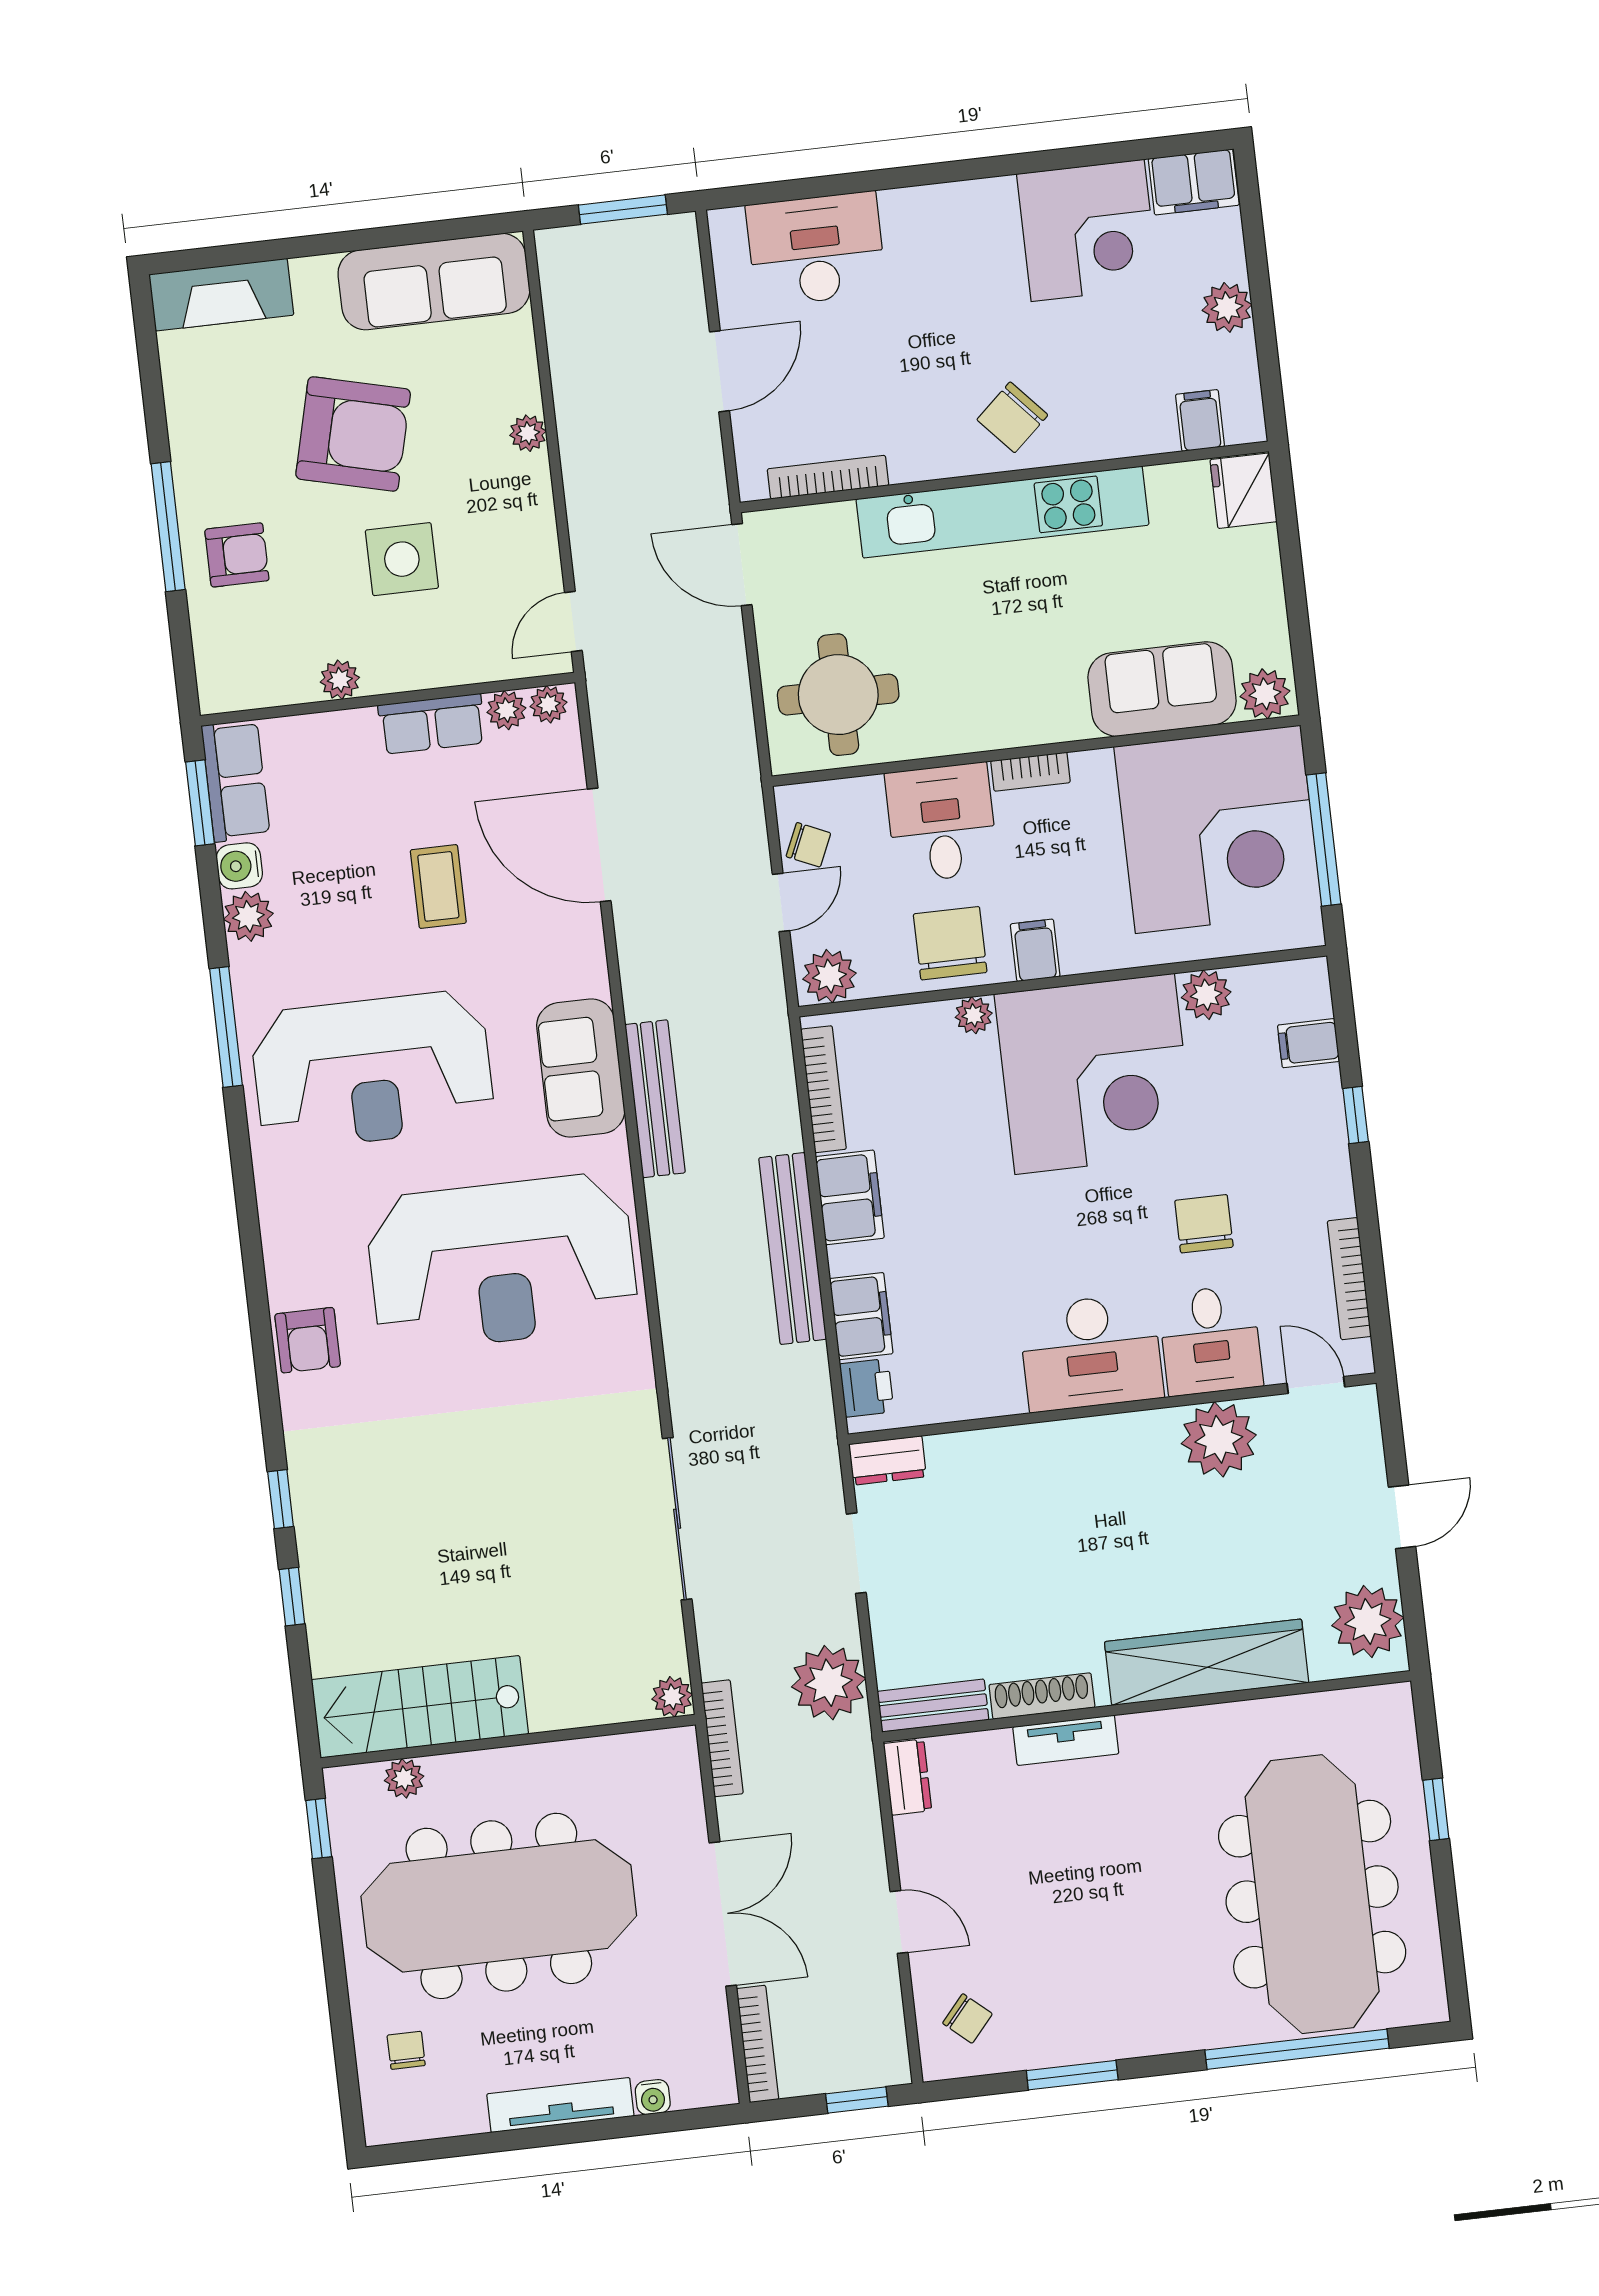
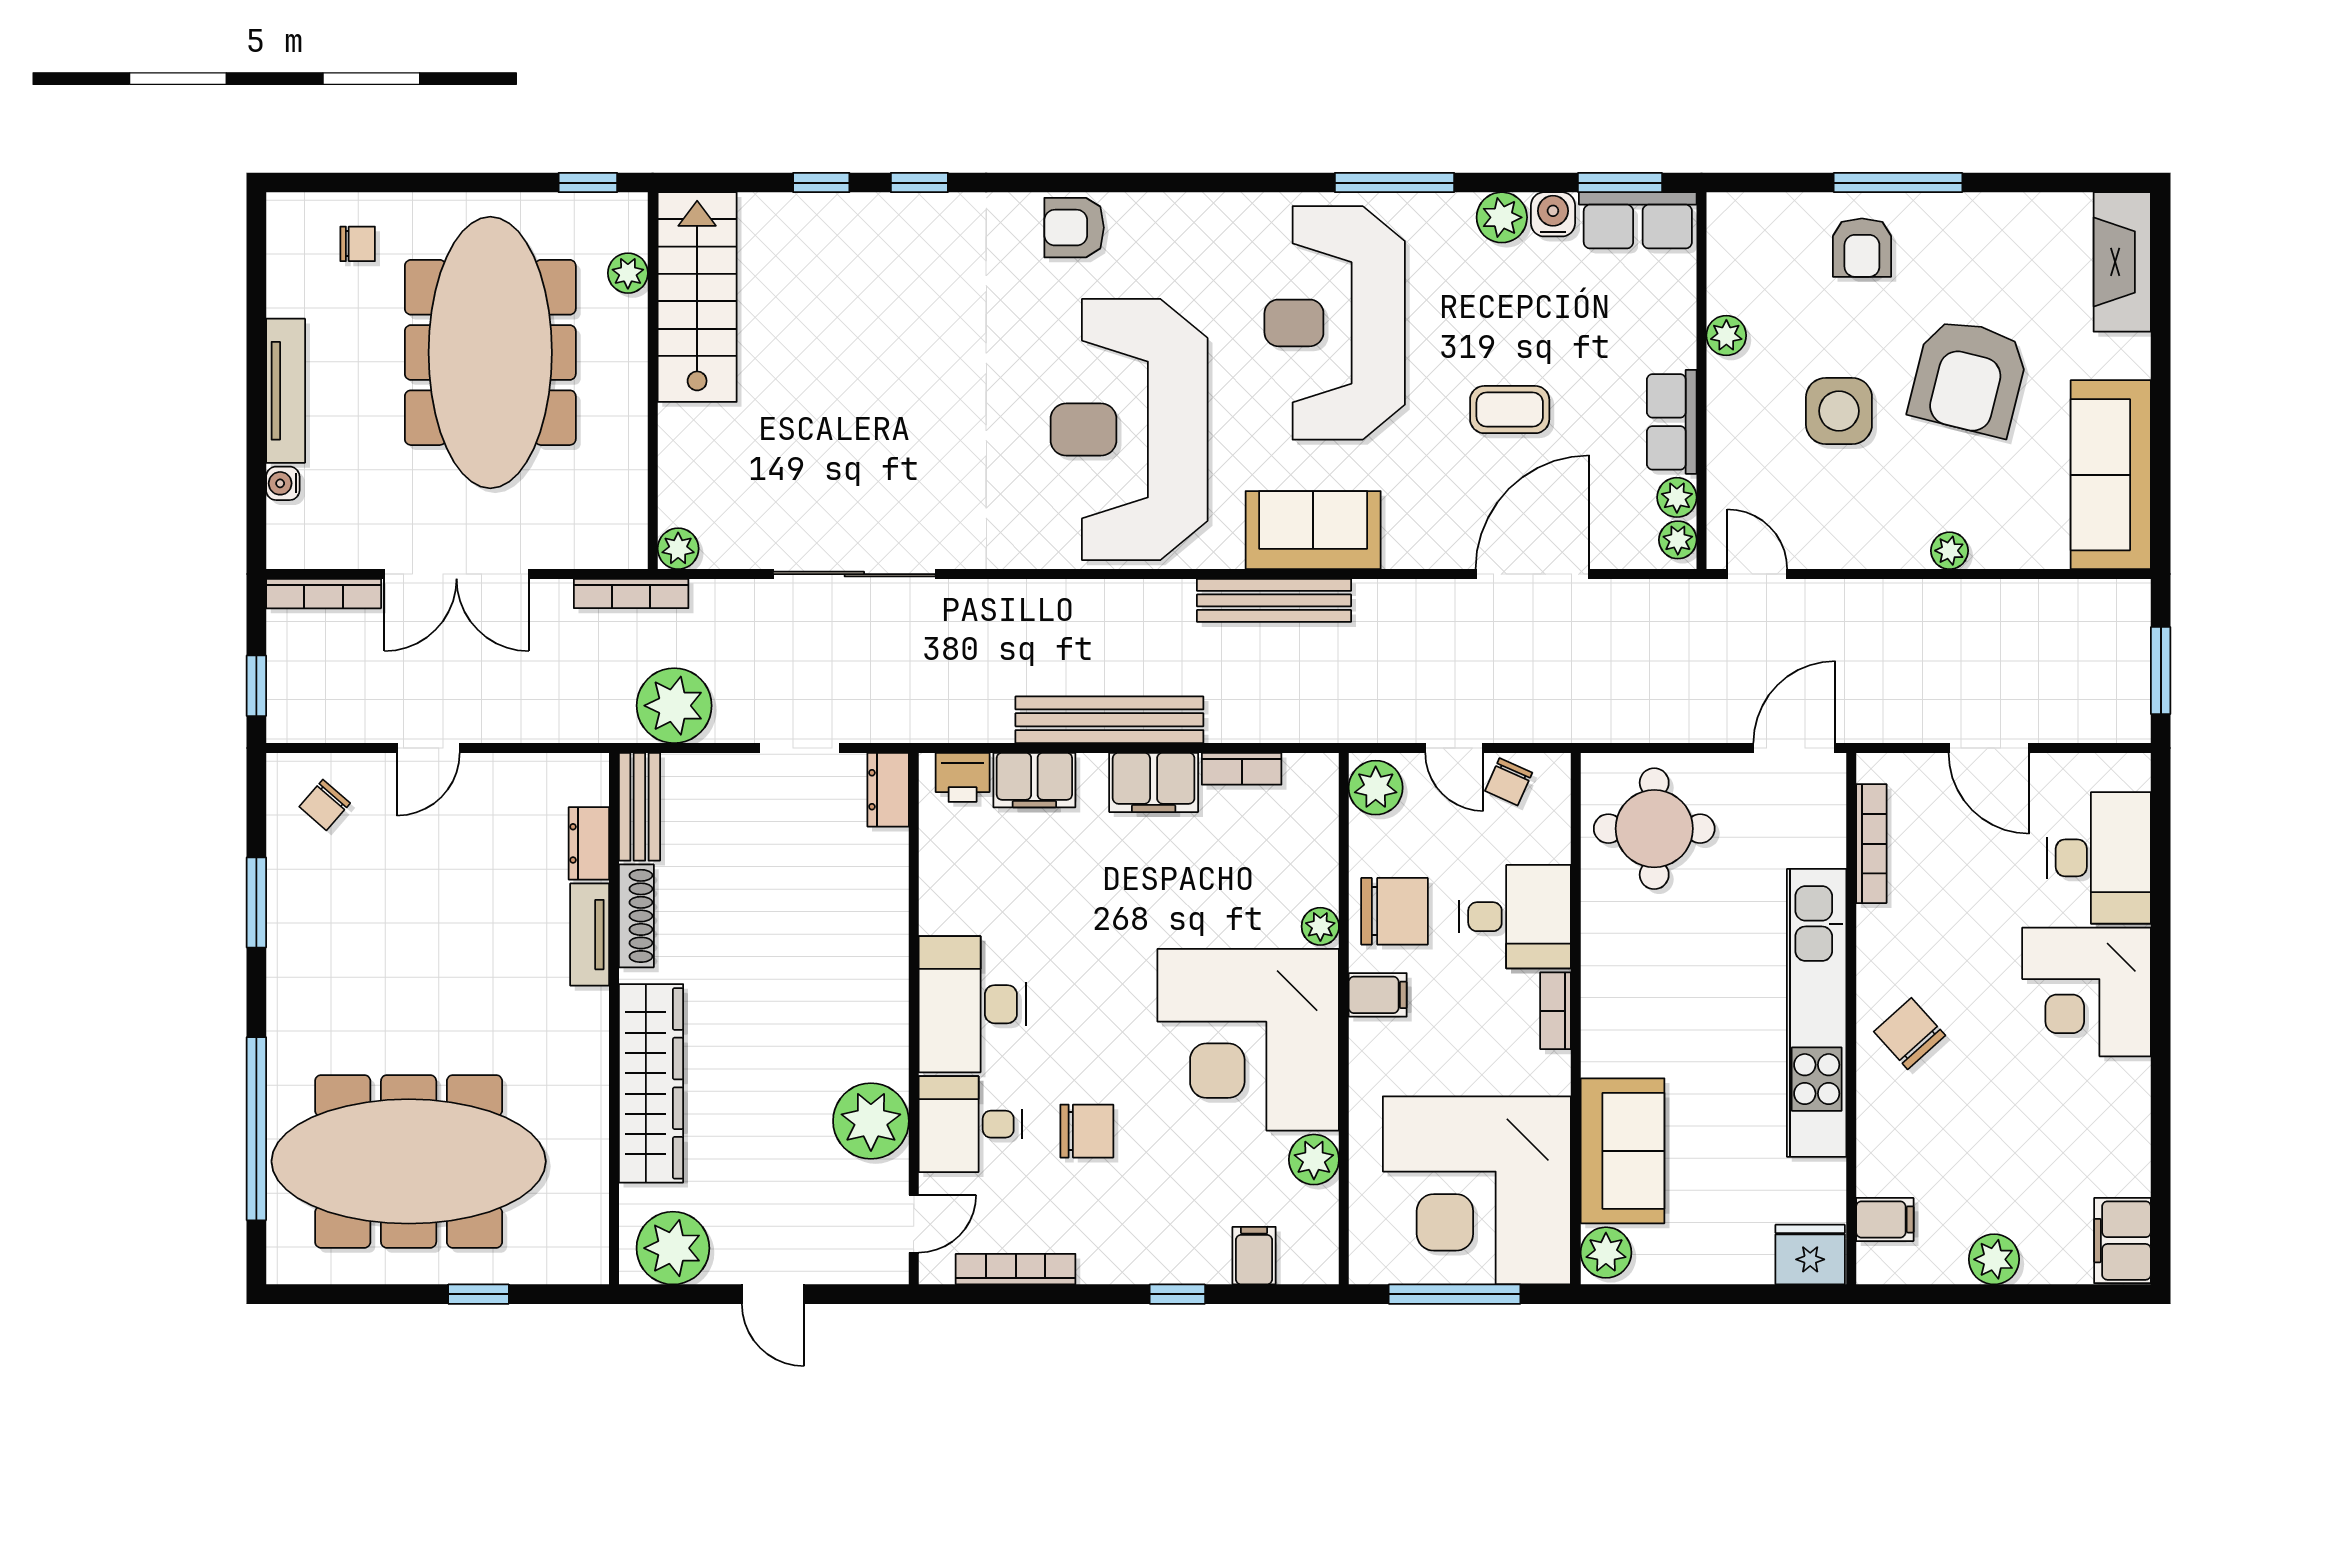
corner desk: (1088, 230) -> (2087, 992), moved
bookcase: (824, 1089) -> (1242, 769), width x0.64
dresser: (908, 1777) -> (589, 843), moved, turned 90

